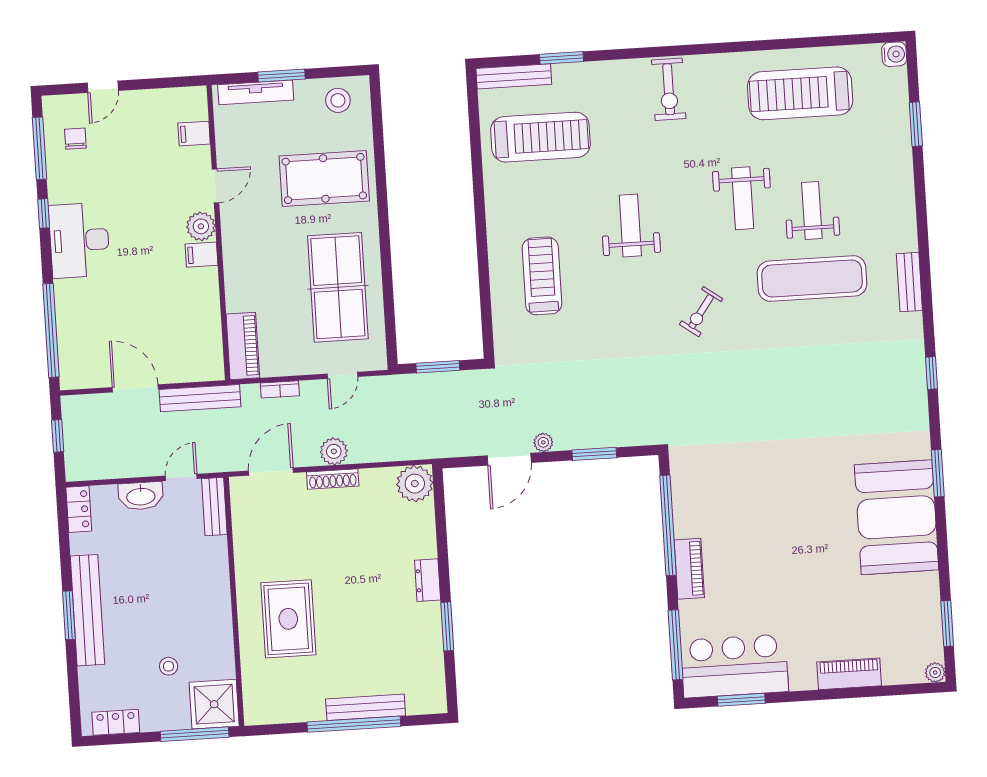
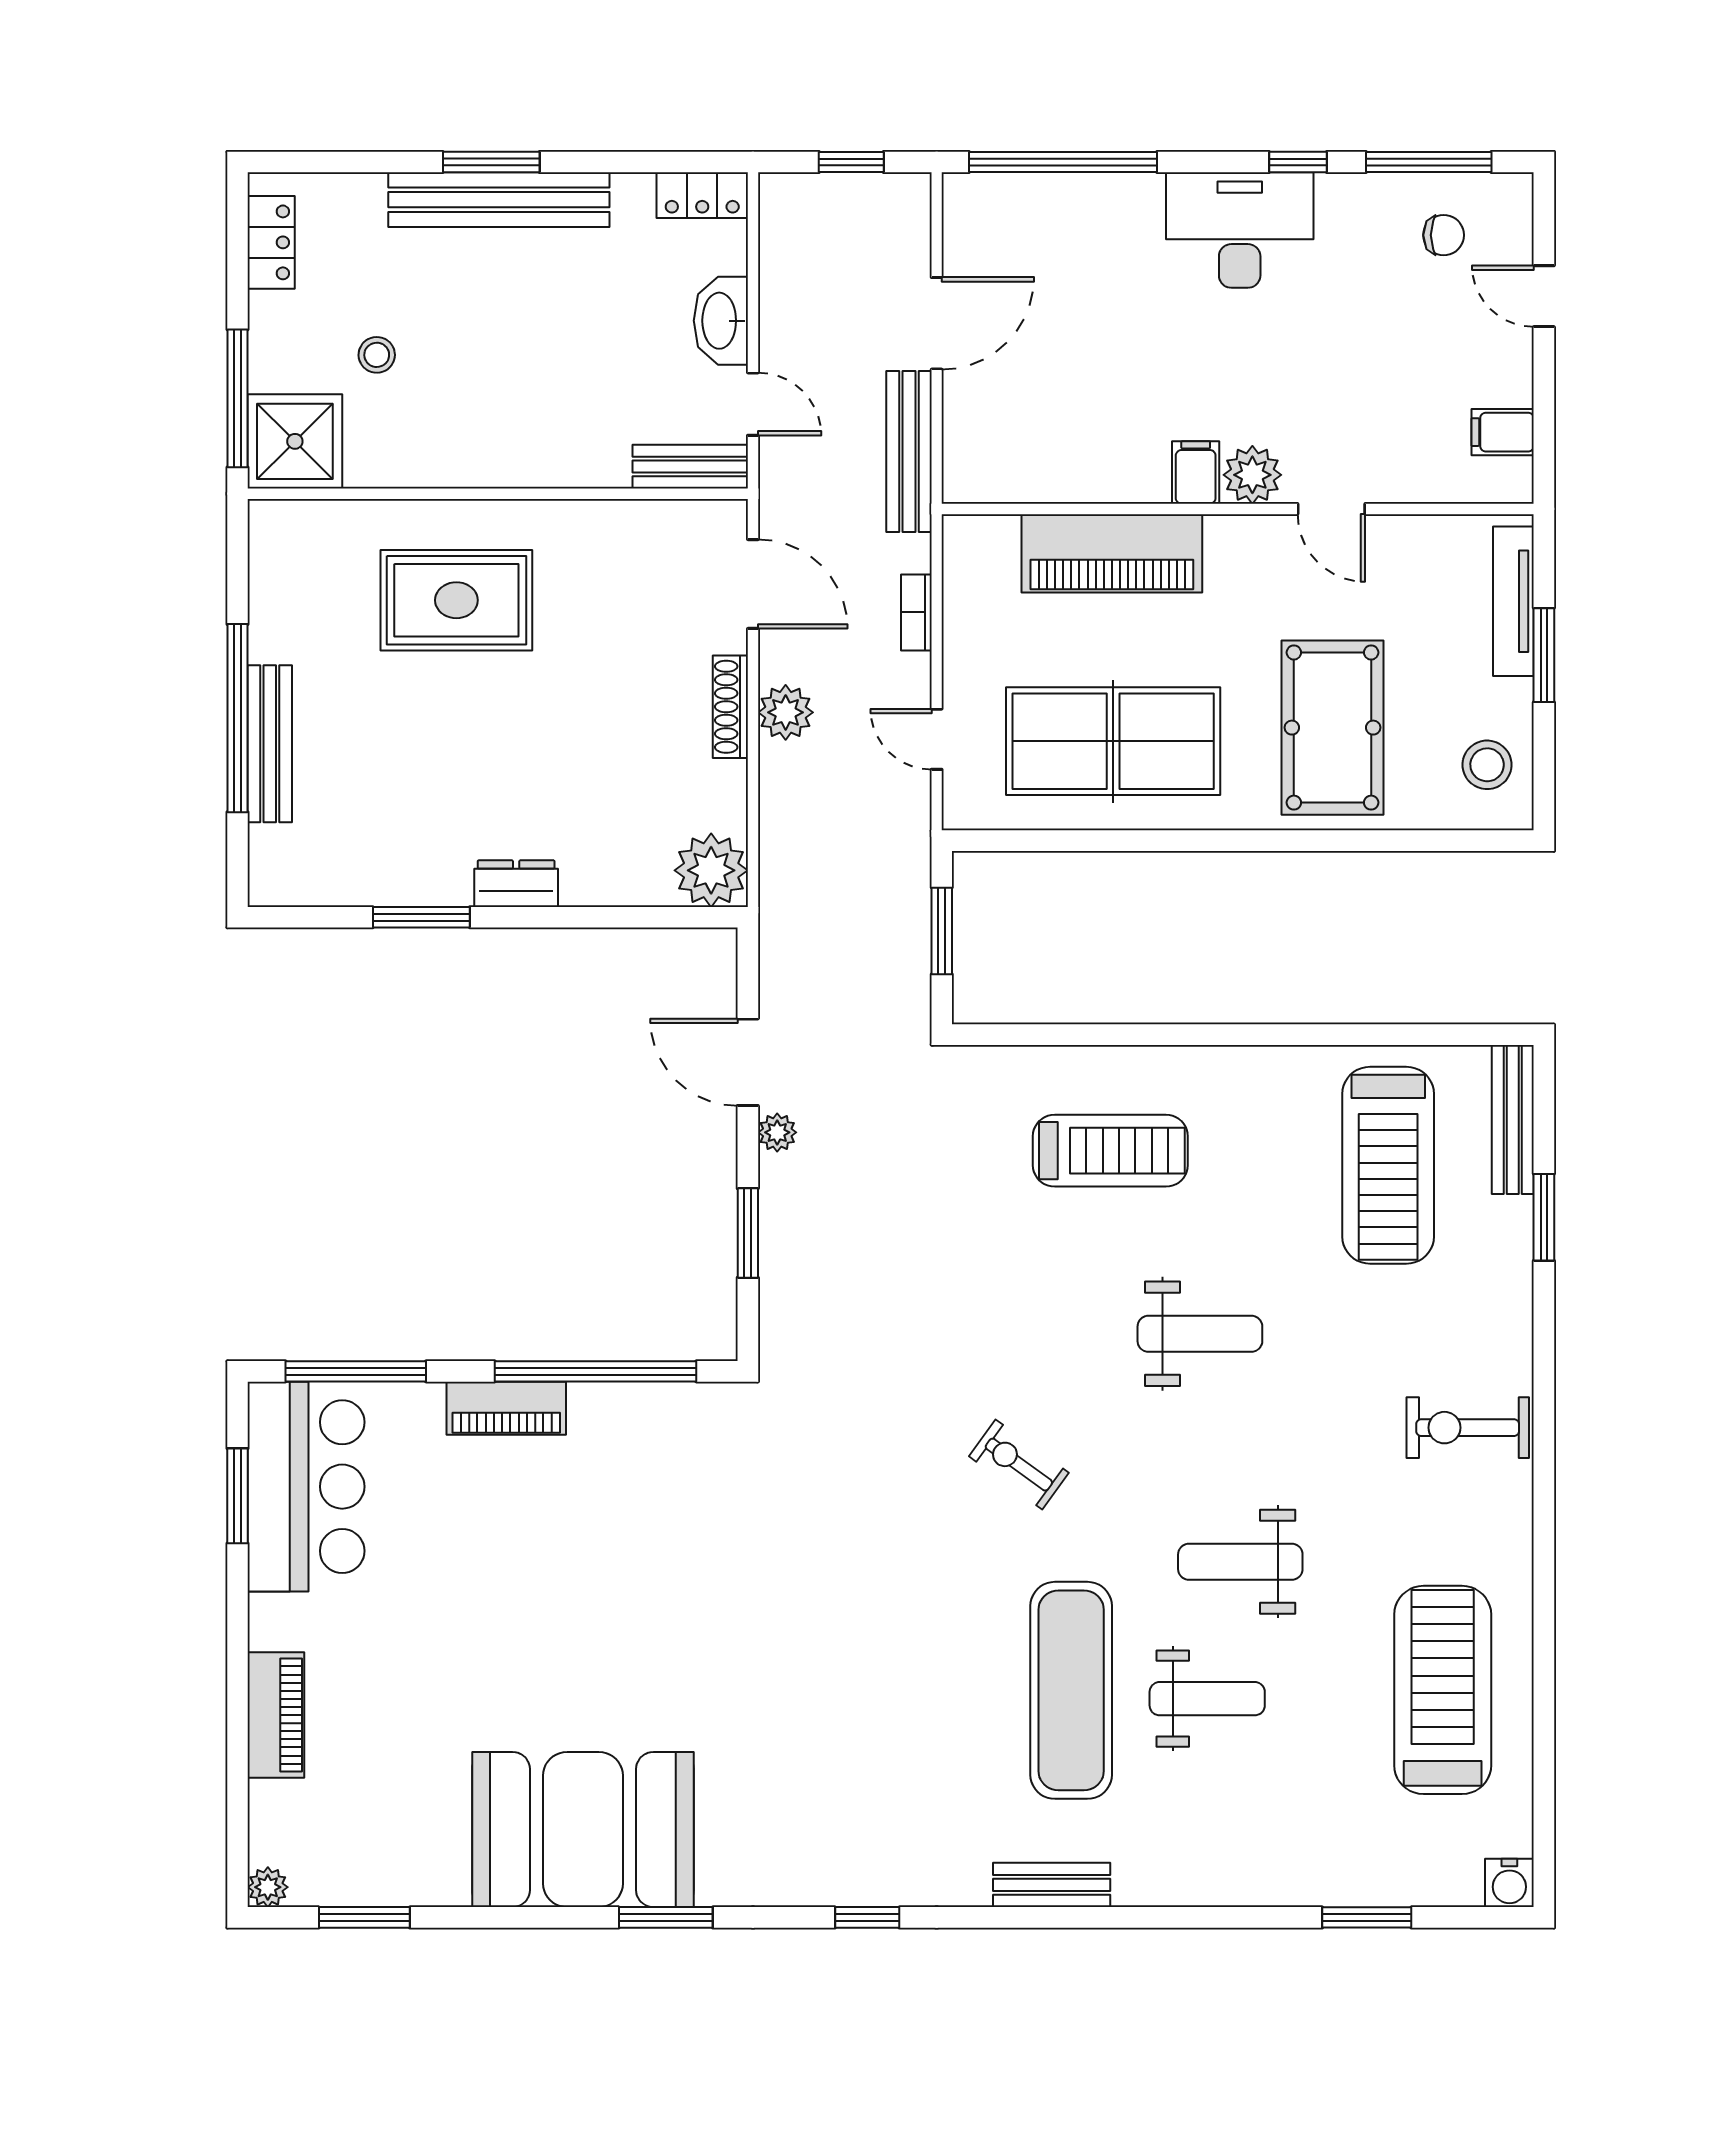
filing cabinet: (194, 134) -> (1503, 432), moved, turned -90
piano: (243, 346) -> (1112, 553), moved, width x1.37, depth x1.33

